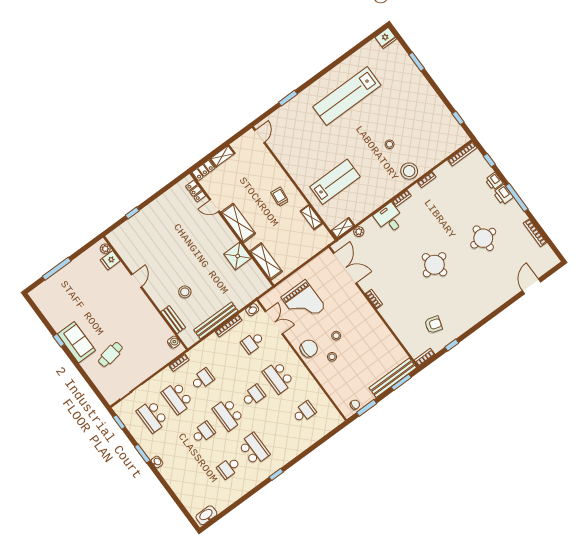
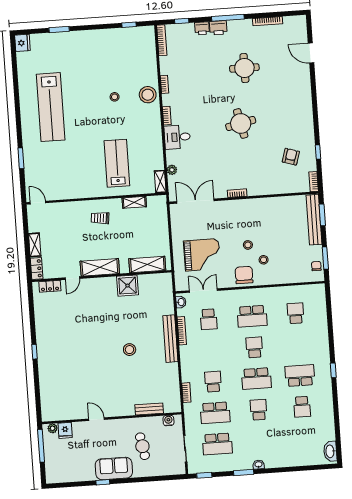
plant: (105, 249) -> (53, 428), moved
fridge: (110, 260) -> (65, 430), moved
door: (136, 281) -> (96, 419), moved
wall: (145, 293) -> (112, 418), moved
bench: (173, 320) -> (149, 409), moved
water cooler: (174, 342) -> (168, 421), moved

